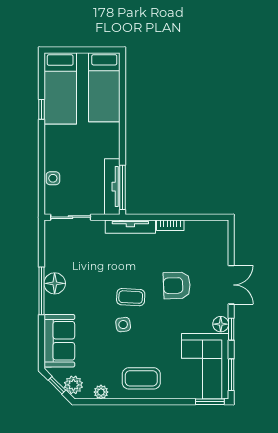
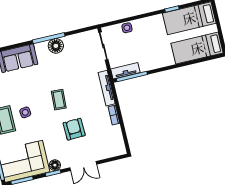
tv unit: (112, 187) -> (125, 71), width x0.71
side table: (123, 325) -> (25, 112), moved

